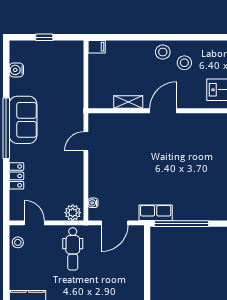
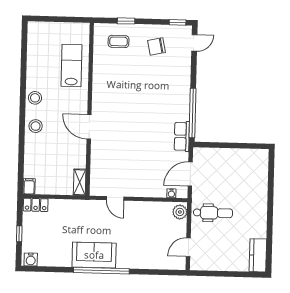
stool: (184, 63) -> (35, 98), moved
water cooler: (16, 70) -> (31, 260), moved
shelving: (128, 102) -> (80, 182), moved
locker: (16, 176) -> (36, 205), moved, turned 180
door: (115, 223) -> (190, 174), swing flipped
stool: (18, 242) -> (206, 263), removed

